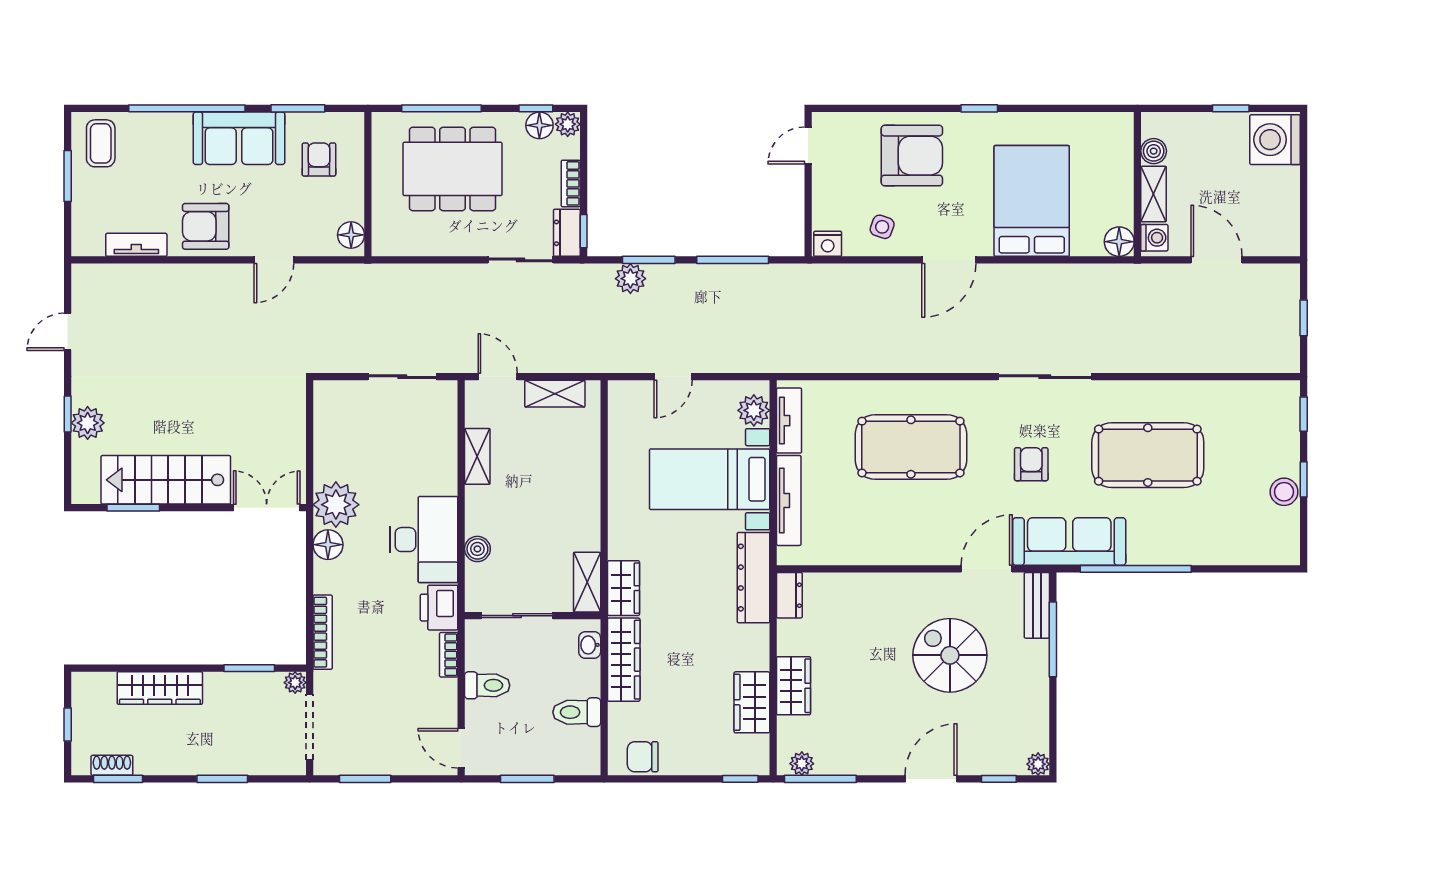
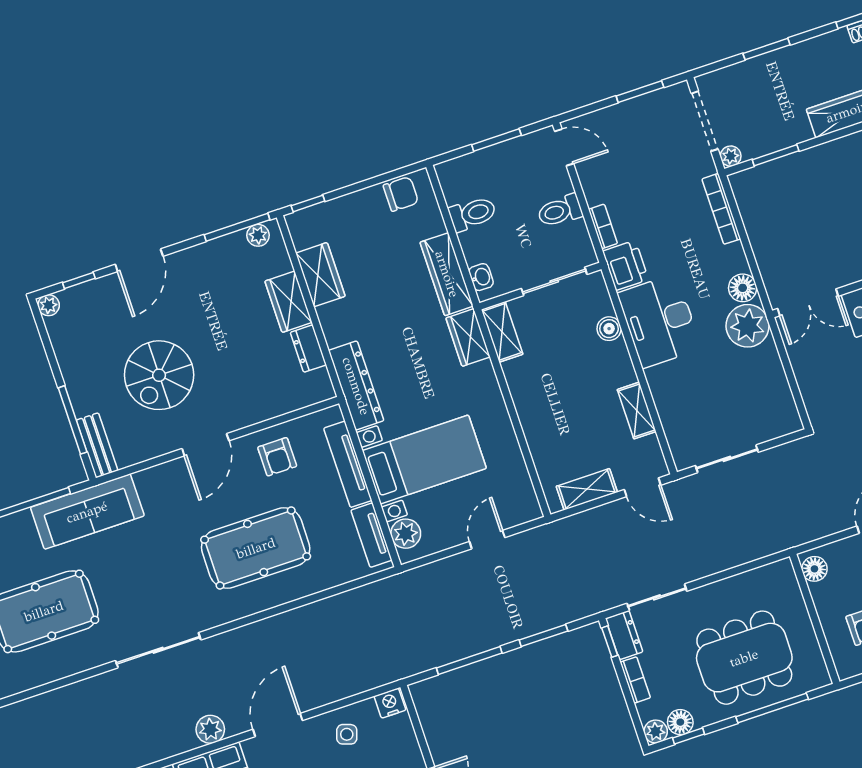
plant: (630, 279) -> (210, 729), moved
armchair: (1031, 464) -> (277, 457), moved
door: (987, 569) -> (205, 445), moved
dresser: (789, 595) -> (308, 349), moved
spiral stairs: (950, 655) -> (159, 375), turned 90

